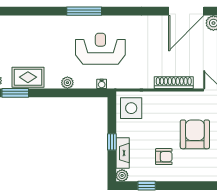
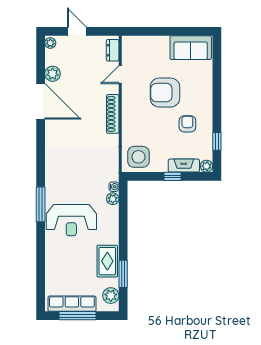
reception desk: (100, 49) -> (71, 220), moved, turned -90
plant: (67, 83) -> (113, 199), moved

